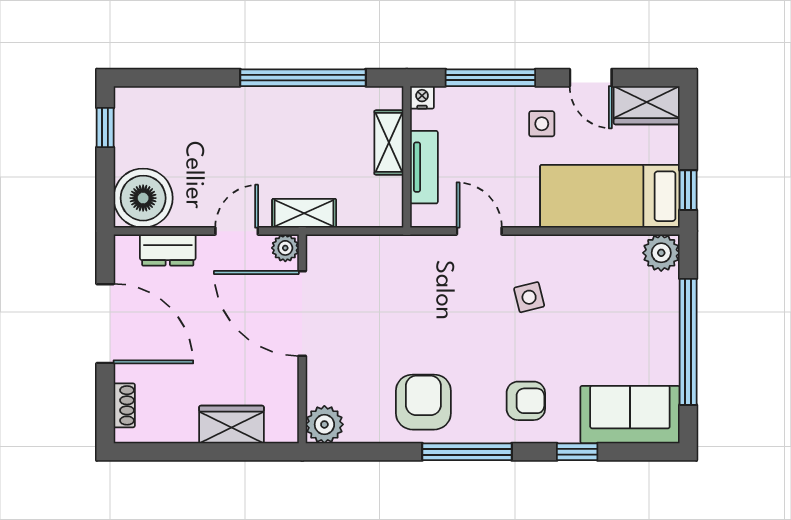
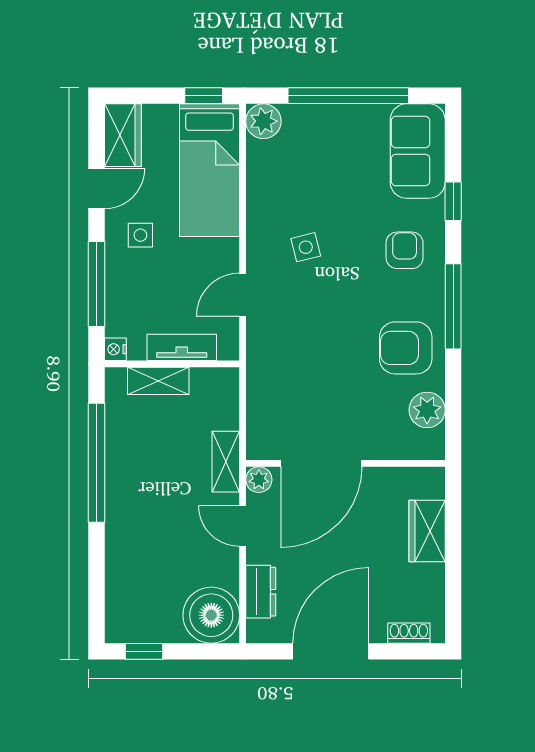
plant: (324, 424) -> (427, 410), moved

